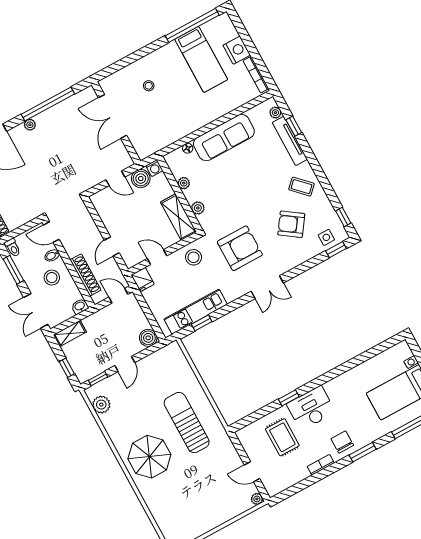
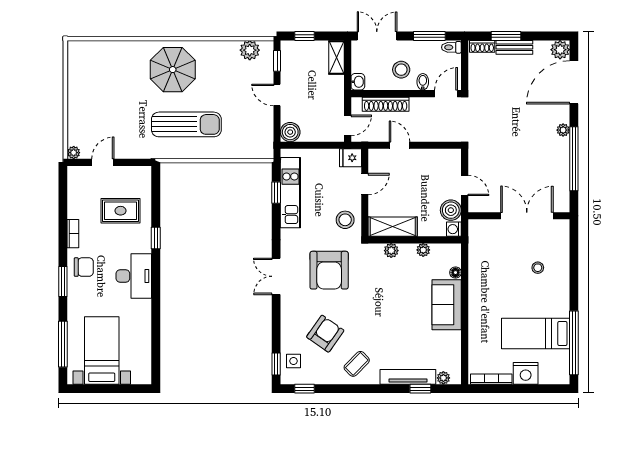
sofa: (224, 138) -> (447, 305), width x0.73
door: (115, 178) -> (465, 185), swing flipped
desk: (311, 408) -> (134, 276), moved

